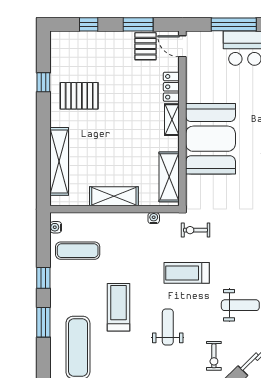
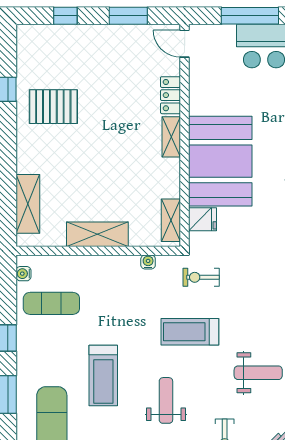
pallet: (145, 46) -> (138, 44), removed
shelving: (59, 161) -> (28, 204), width x0.68
shelving: (169, 177) -> (171, 220), width x0.67, depth x0.75
fridge: (197, 184) -> (203, 219), added
treadmill: (119, 307) -> (103, 375), turned 180

